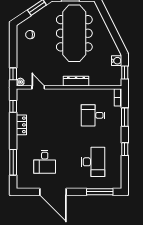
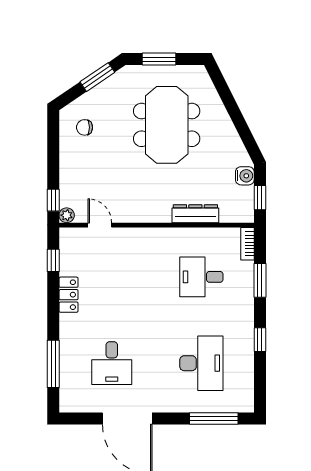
meeting table: (74, 33) -> (167, 125), width x0.73
dresser: (76, 81) -> (195, 214), moved

